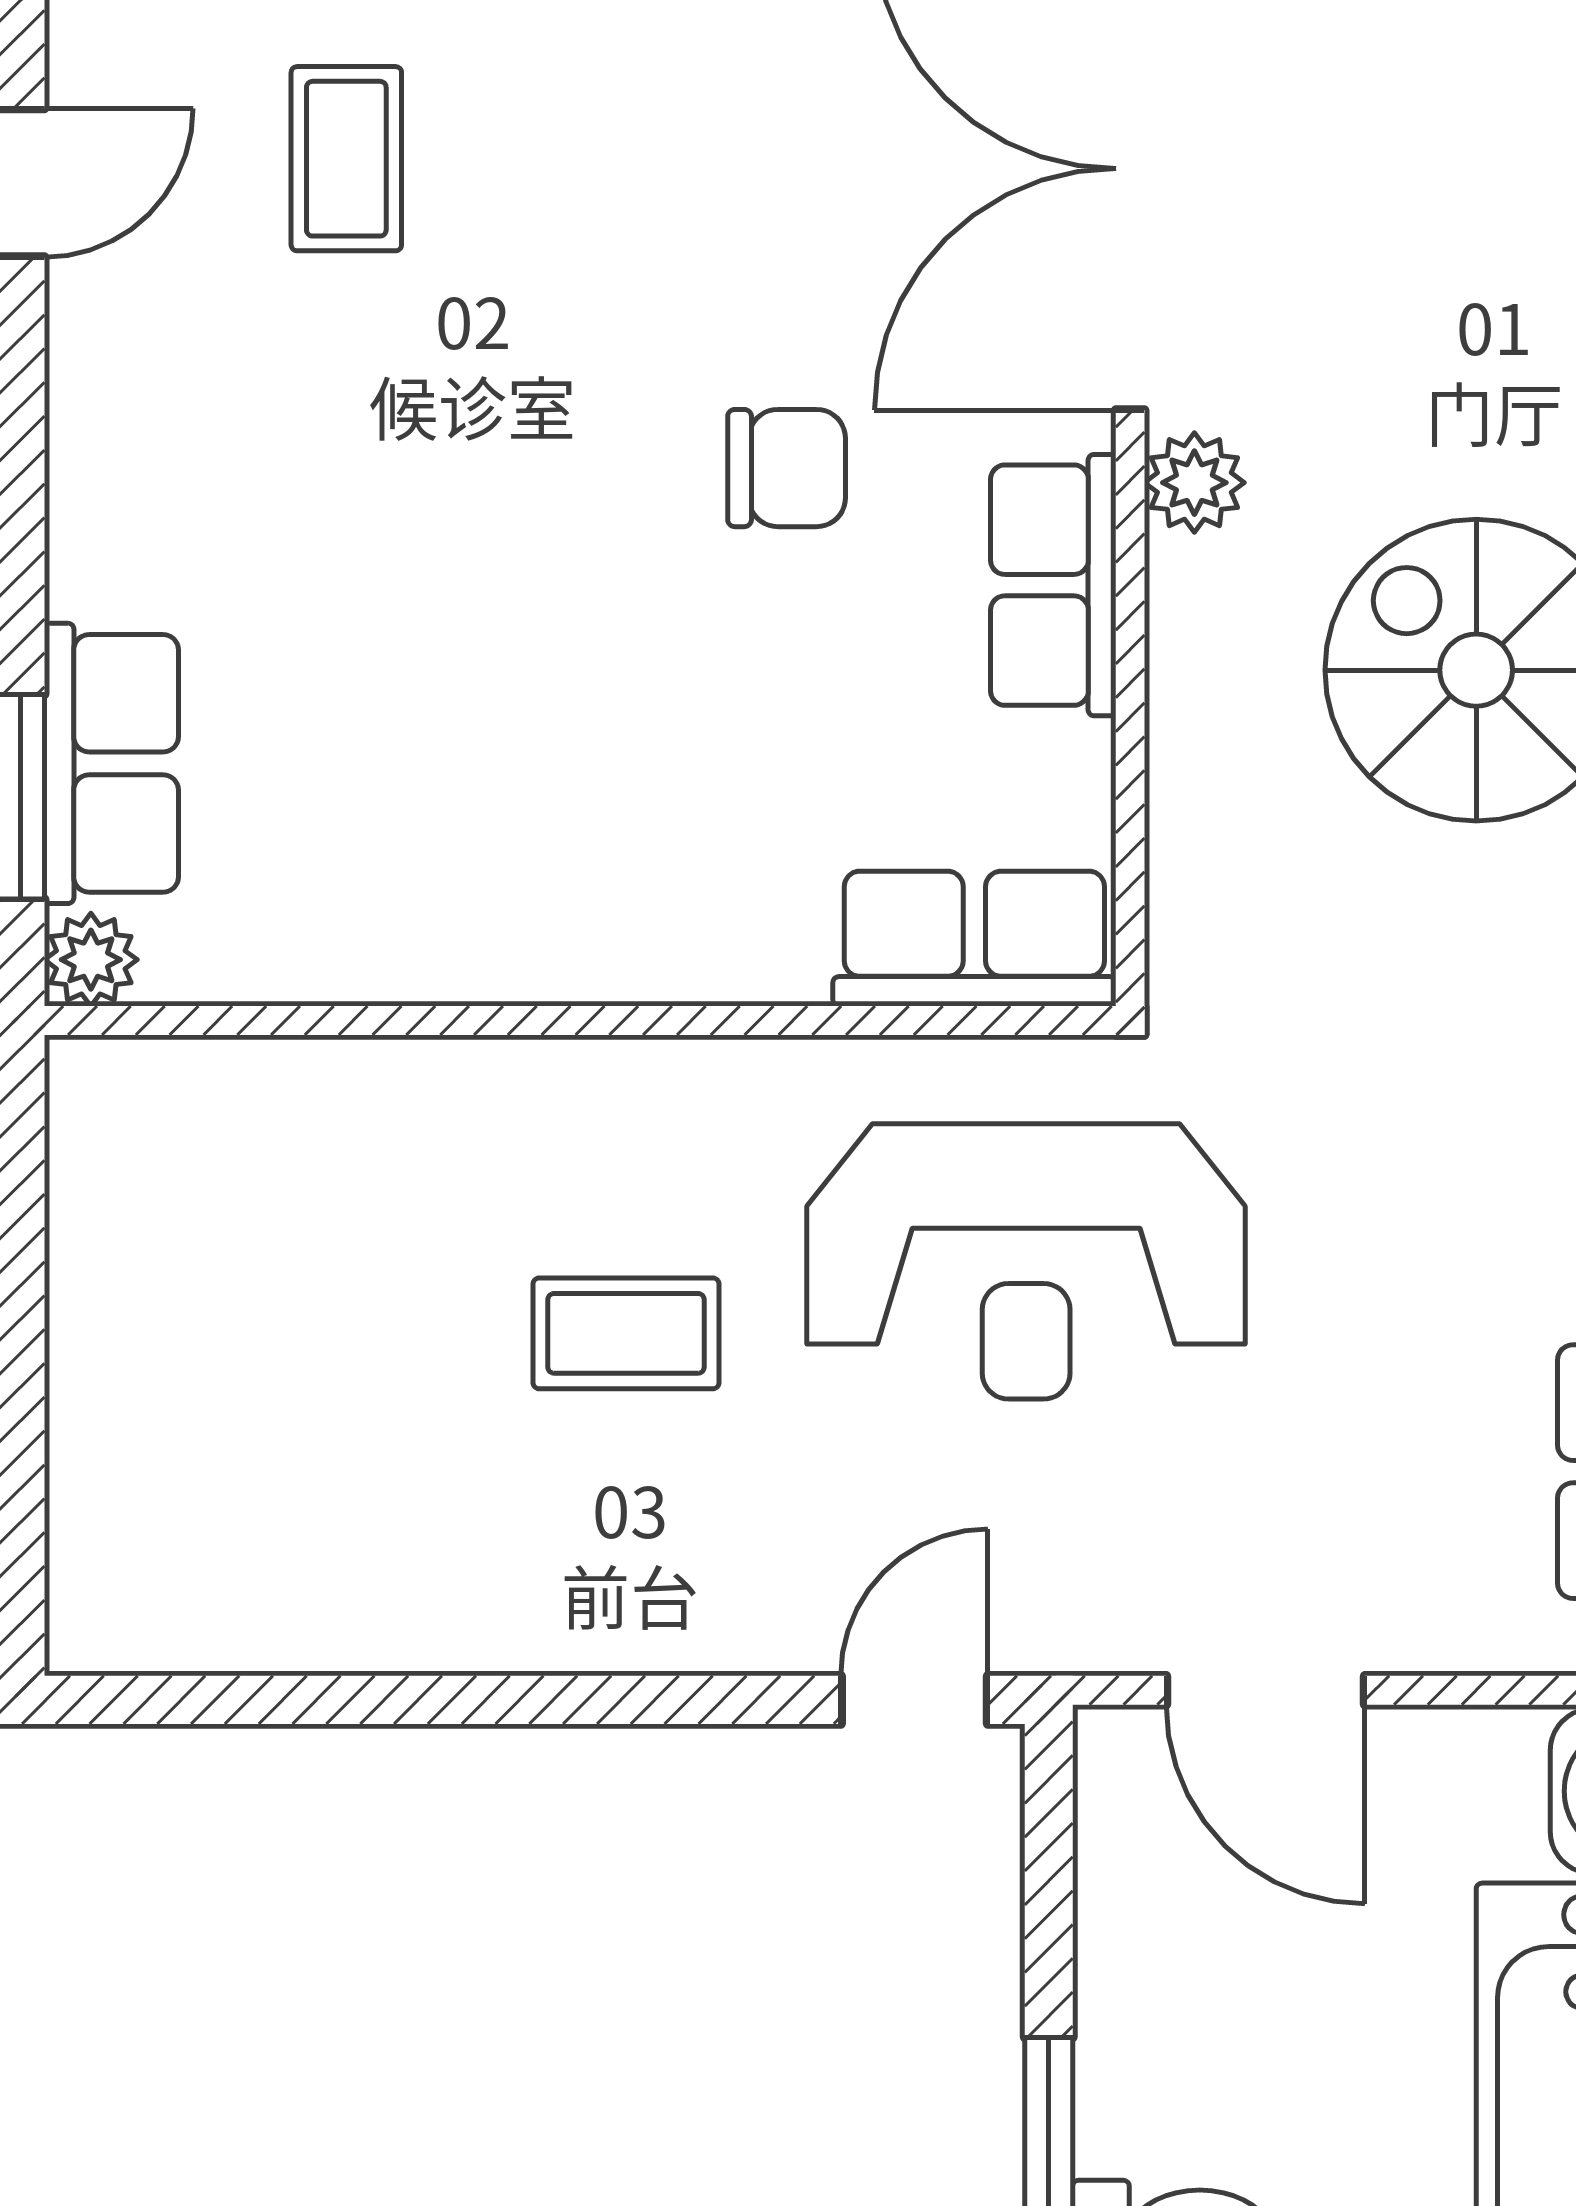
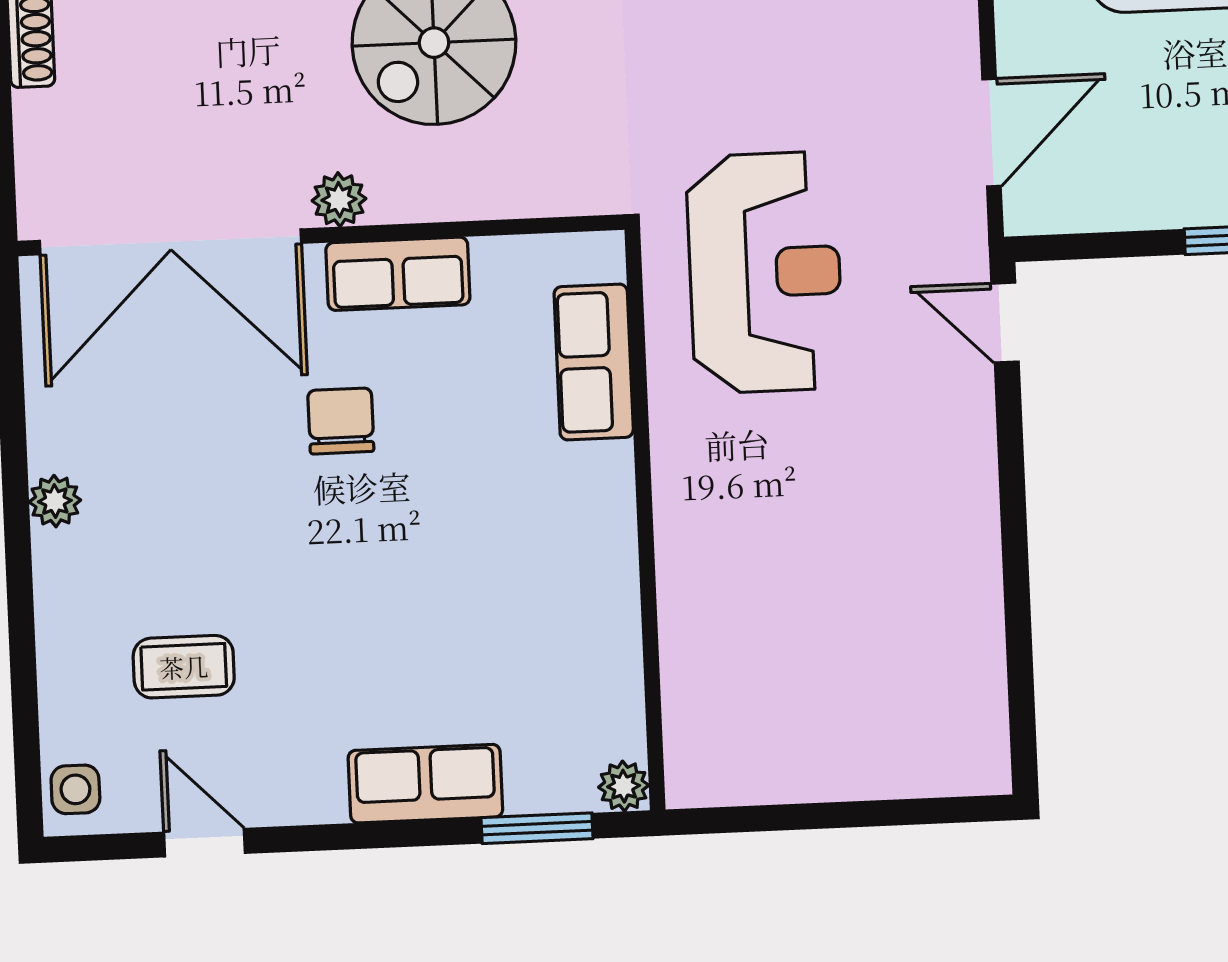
row of seats: (111, 763) -> (425, 784), moved
row of seats: (974, 939) -> (594, 362), moved
coffee table: (626, 1333) -> (813, 487), removed

